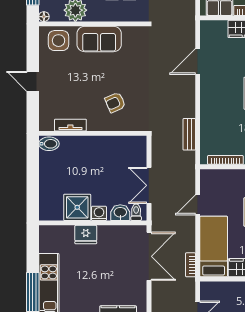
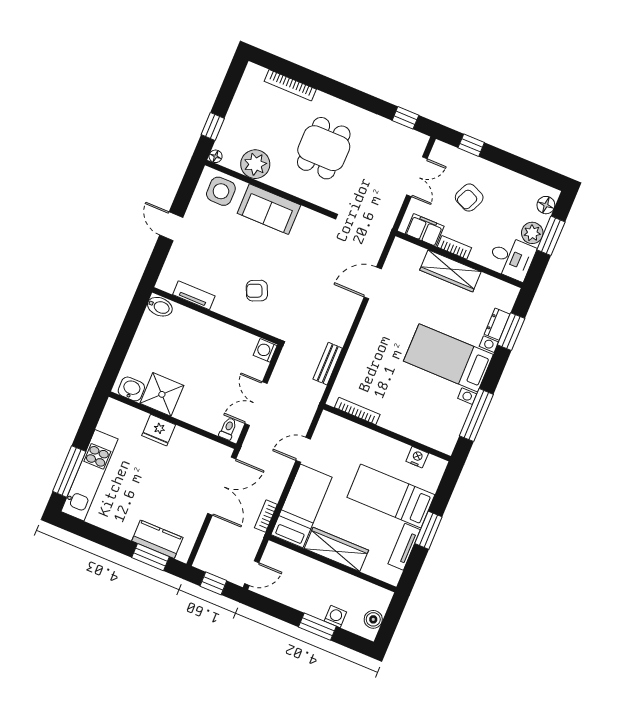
washing machine: (99, 213) -> (265, 350), moved, turned -90
washbasin: (120, 213) -> (131, 389), moved

